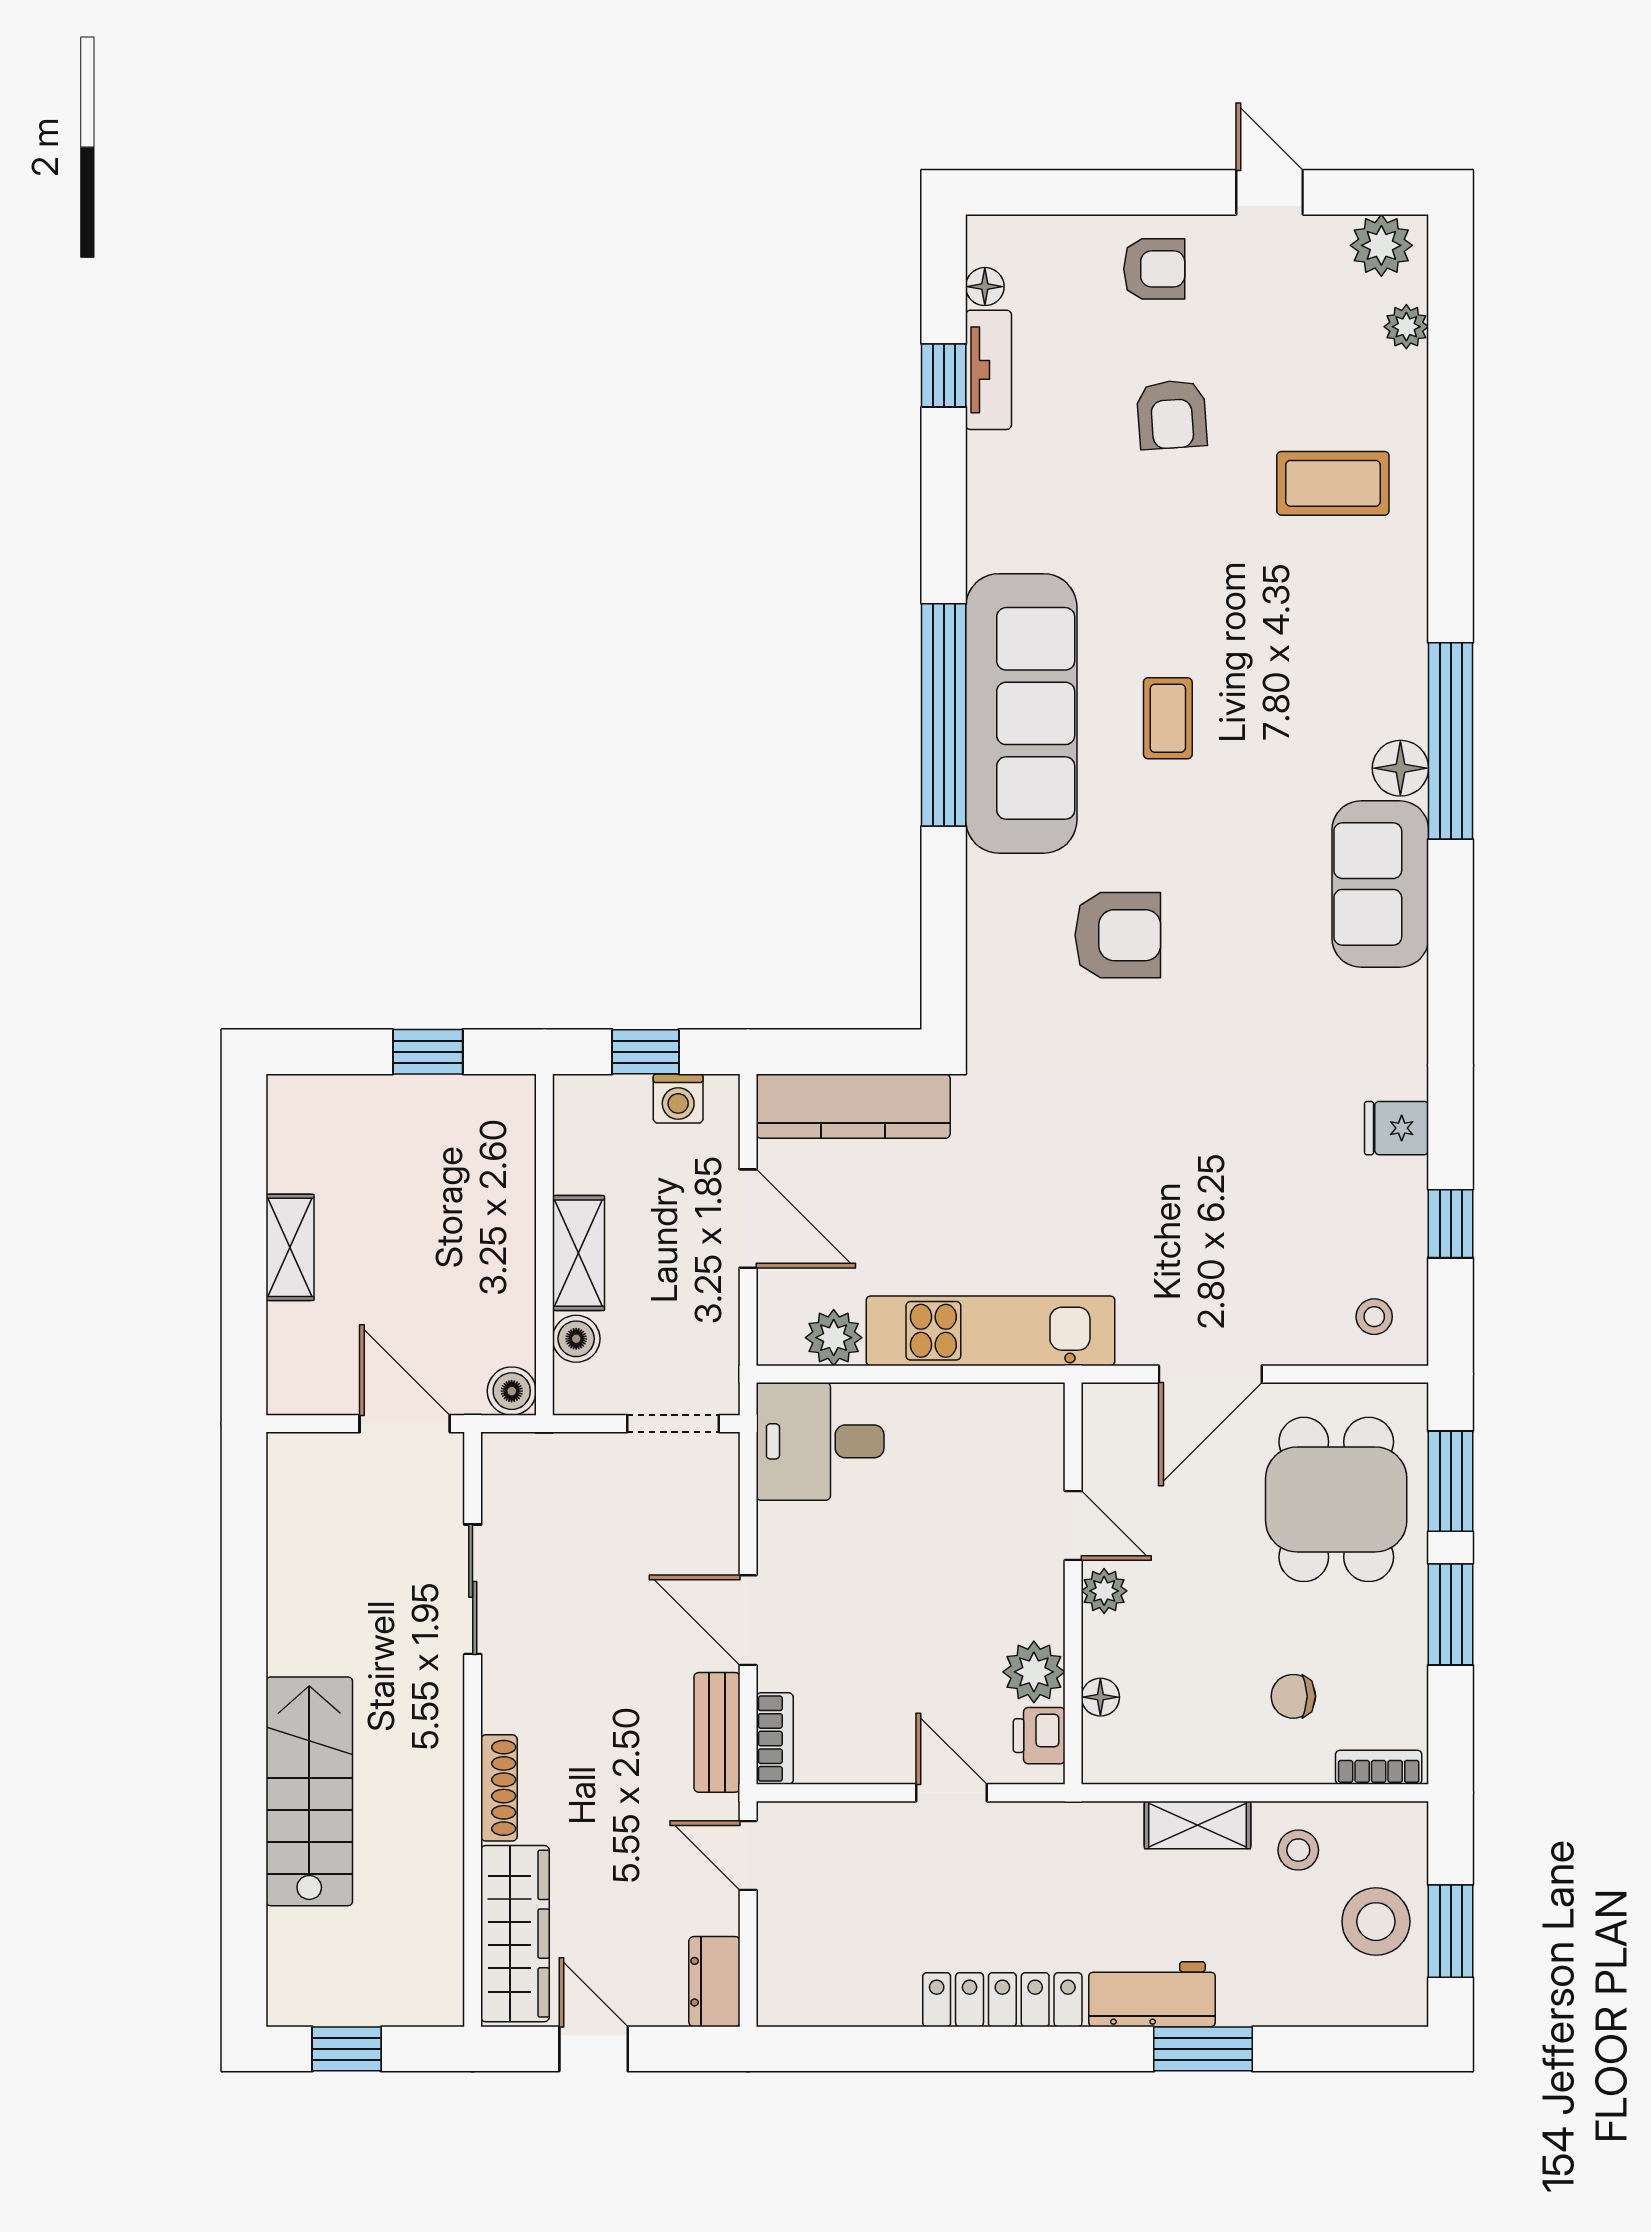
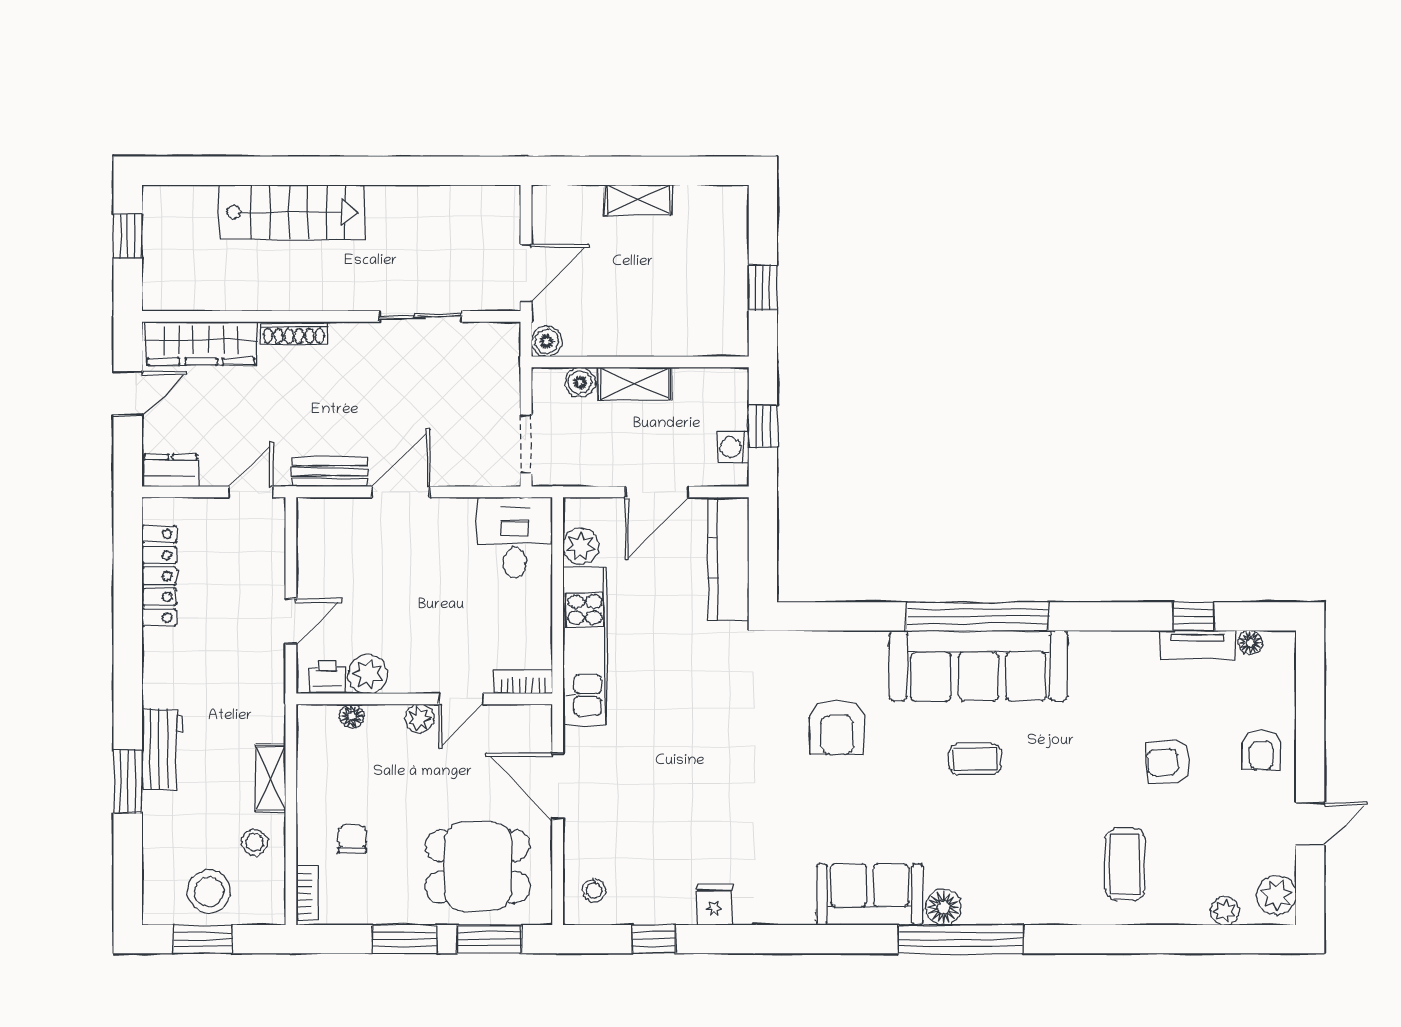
bookcase: (775, 1739) -> (523, 682), moved, turned 180
locker: (1002, 2000) -> (159, 576), moved

